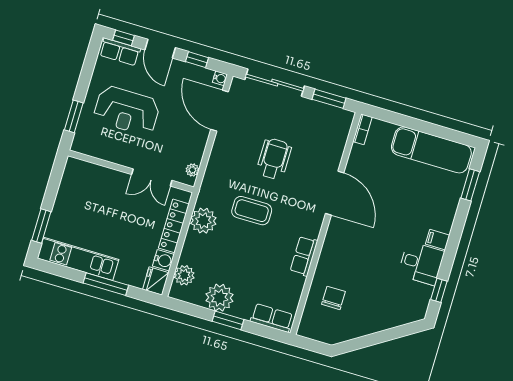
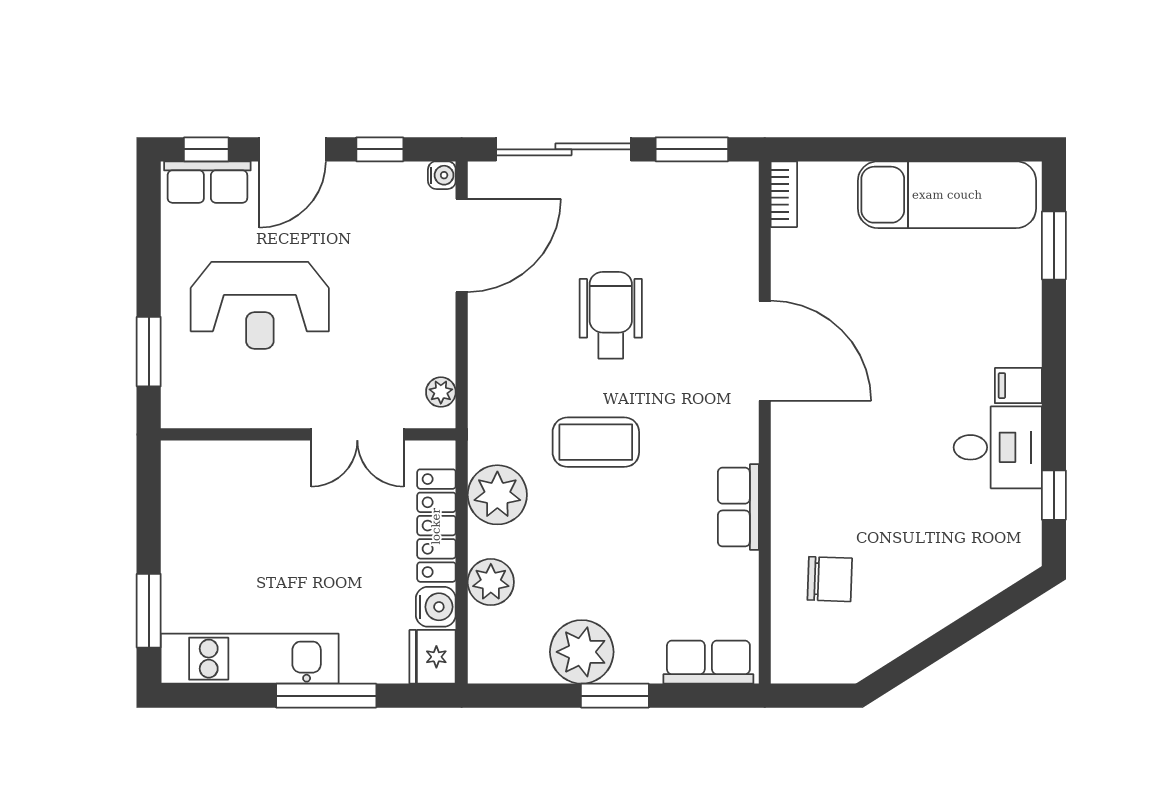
door: (160, 49) -> (293, 149), hinge flipped
door: (220, 111) -> (462, 245), swing flipped
plant: (184, 275) -> (491, 582), moved
chair: (333, 298) -> (830, 579), turned 92

